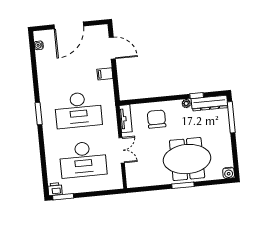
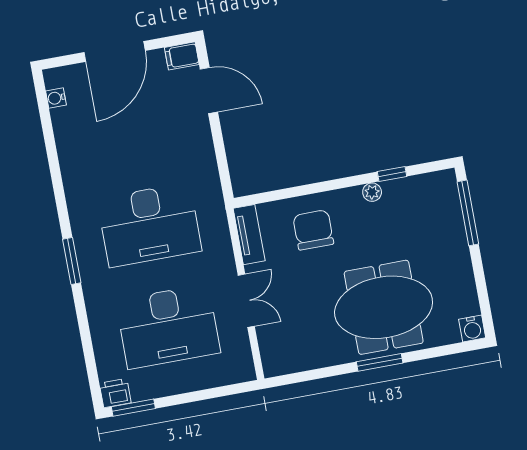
filing cabinet: (105, 74) -> (182, 56), moved
dresser: (210, 103) -> (420, 187), removed
window: (39, 114) -> (72, 261), moved

